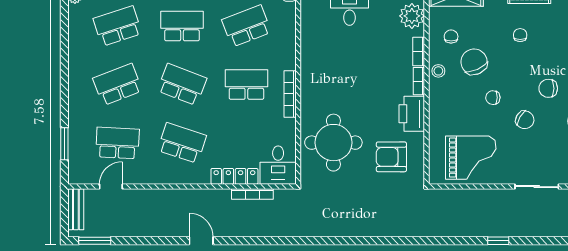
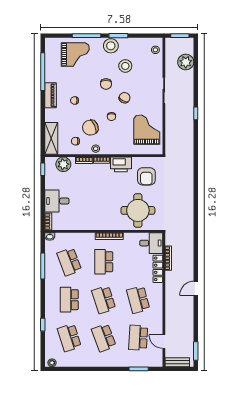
school desk: (182, 84) -> (104, 300), turned -39
school desk: (182, 143) -> (138, 300), turned -33

